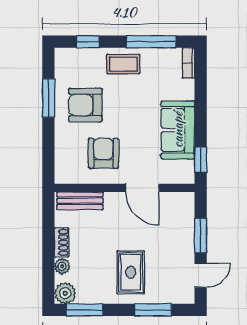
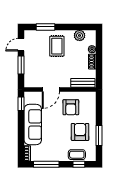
coffee table: (123, 64) -> (77, 155), moved
armchair: (85, 105) -> (80, 132), turned -90
sofa: (178, 130) -> (33, 125), width x1.36
door: (142, 188) -> (51, 89), swing flipped
plant: (65, 293) -> (80, 35), moved
window: (85, 310) -> (81, 27), removed

